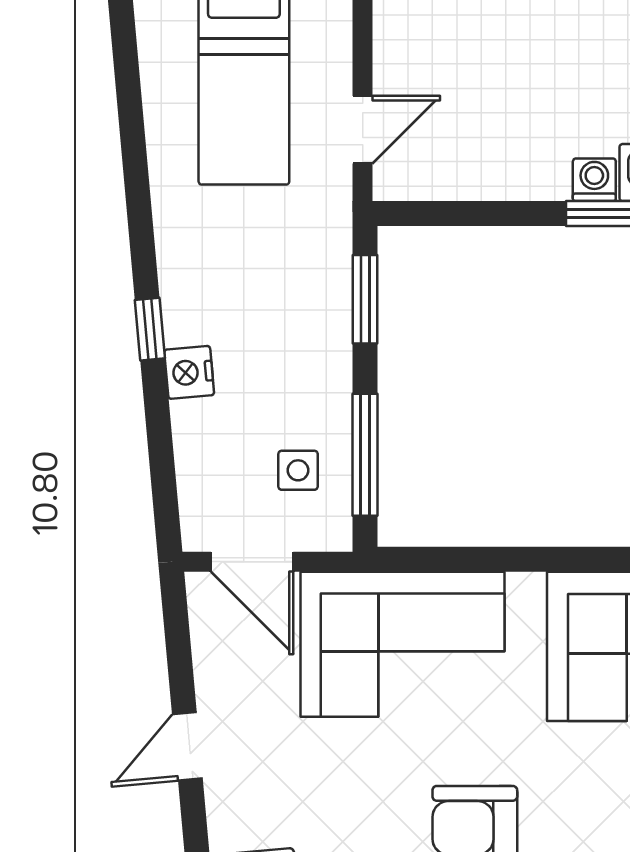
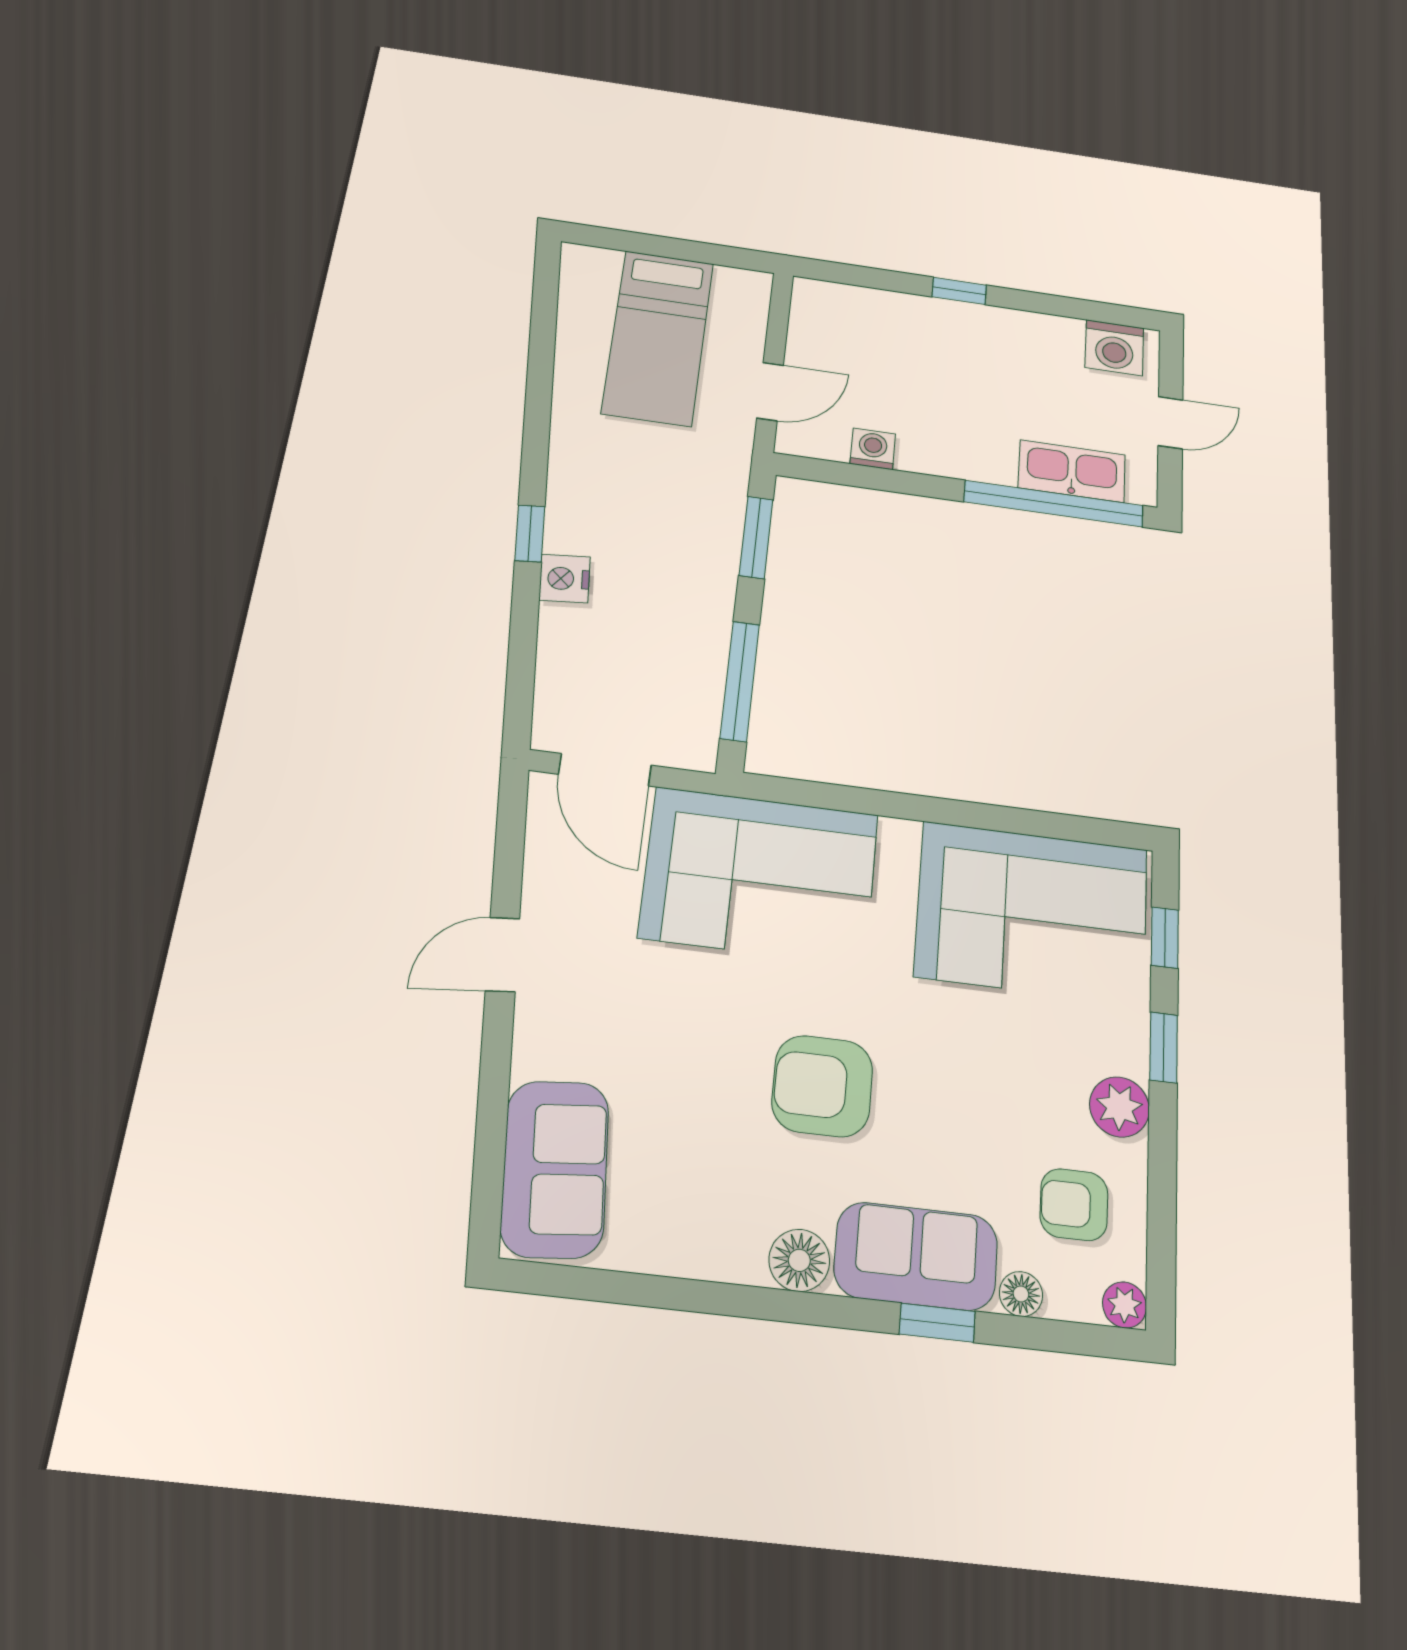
washing machine: (594, 180) -> (873, 449), moved
side table: (298, 470) -> (667, 686), removed

